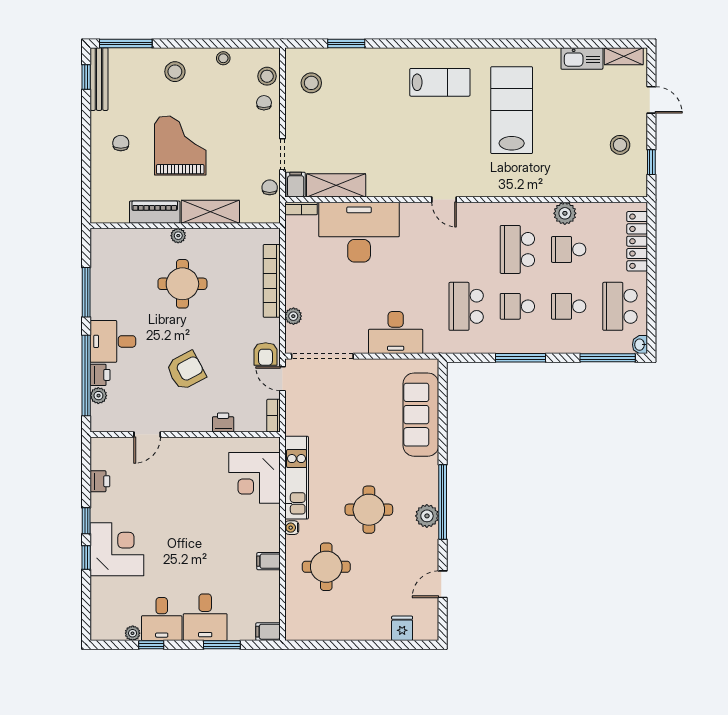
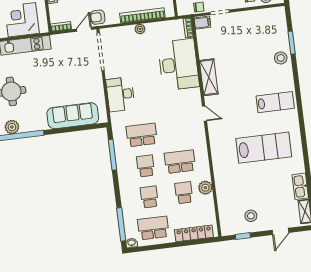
lab bench: (440, 82) -> (275, 102), turned -90
stool: (311, 83) -> (281, 58), moved
shelving: (336, 185) -> (209, 77), moved
door: (444, 200) -> (205, 114), swing flipped
plant: (293, 316) -> (140, 29), moved
window: (520, 358) -> (113, 155), moved

